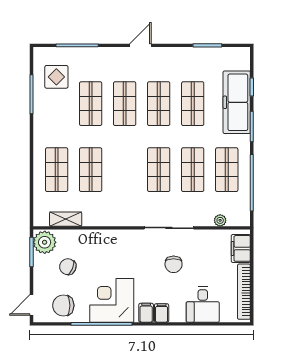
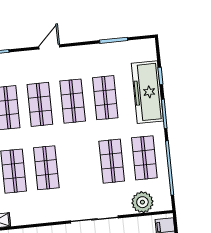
shop shelf: (159, 170) -> (46, 168), moved
plant: (220, 220) -> (142, 202), width x1.87, depth x1.87

